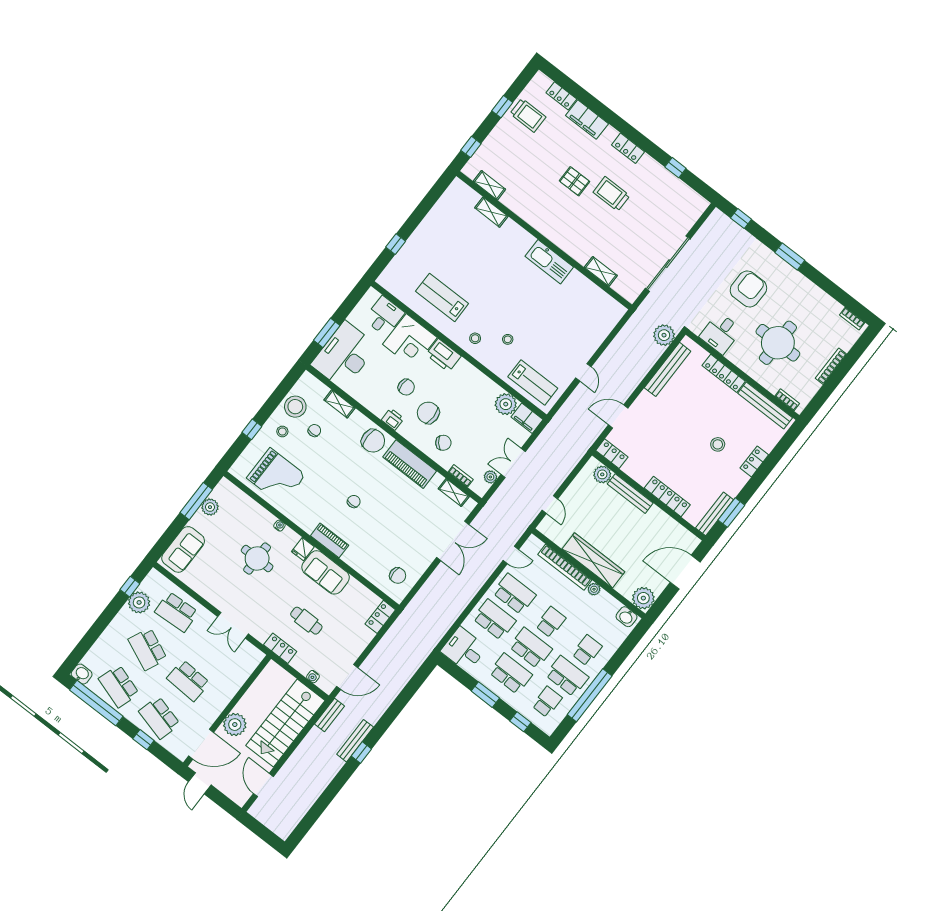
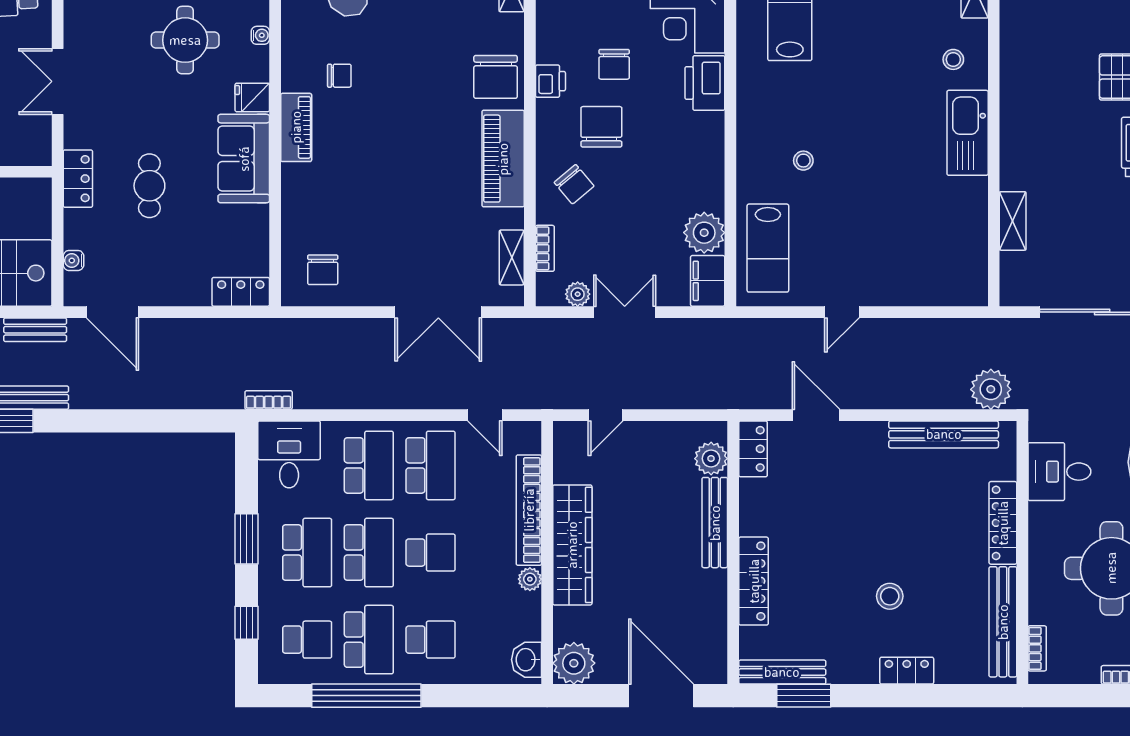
stool: (475, 338) -> (953, 59), moved
chair: (354, 501) -> (339, 76), moved
bookcase: (434, 640) -> (269, 400), added

